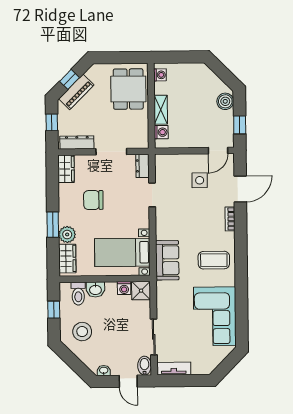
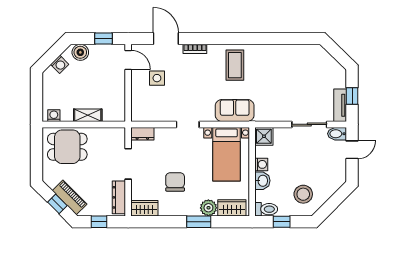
washing machine: (161, 132) -> (60, 64), moved, turned 135
doorway: (152, 195) -> (188, 124), moved
chair: (93, 200) -> (175, 182), turned 180
washing machine: (124, 288) -> (261, 164), moved
toilet: (78, 294) -> (266, 209), moved
corner sofa: (215, 316) -> (290, 65), removed
washbasin: (104, 371) -> (341, 174), removed
window: (183, 381) -> (352, 96), added

